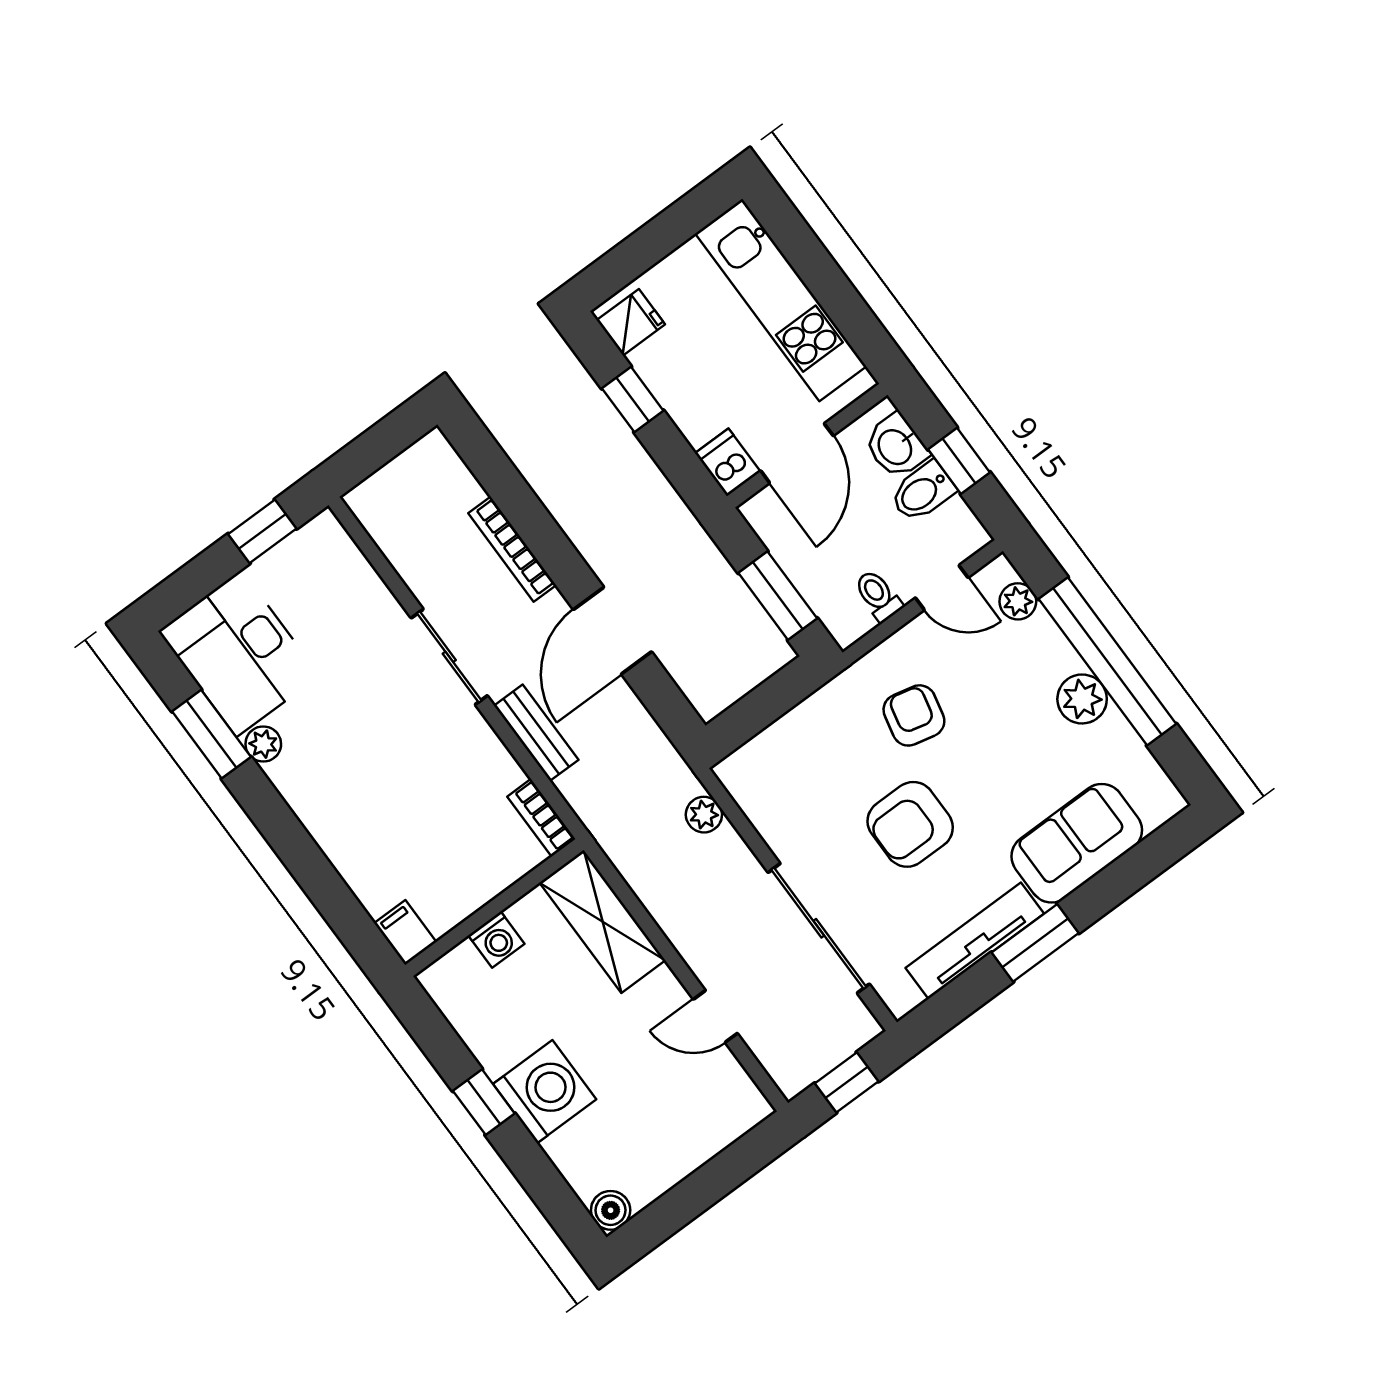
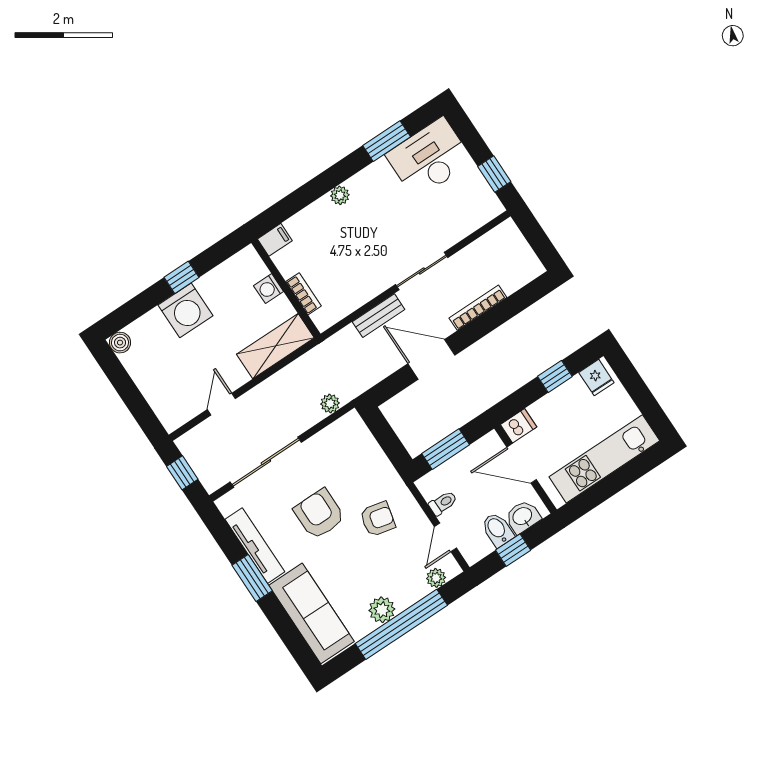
plant: (263, 744) -> (340, 195), moved
bookcase: (541, 818) -> (304, 294), moved, turned 90
sofa: (1077, 843) -> (311, 613), width x1.36

